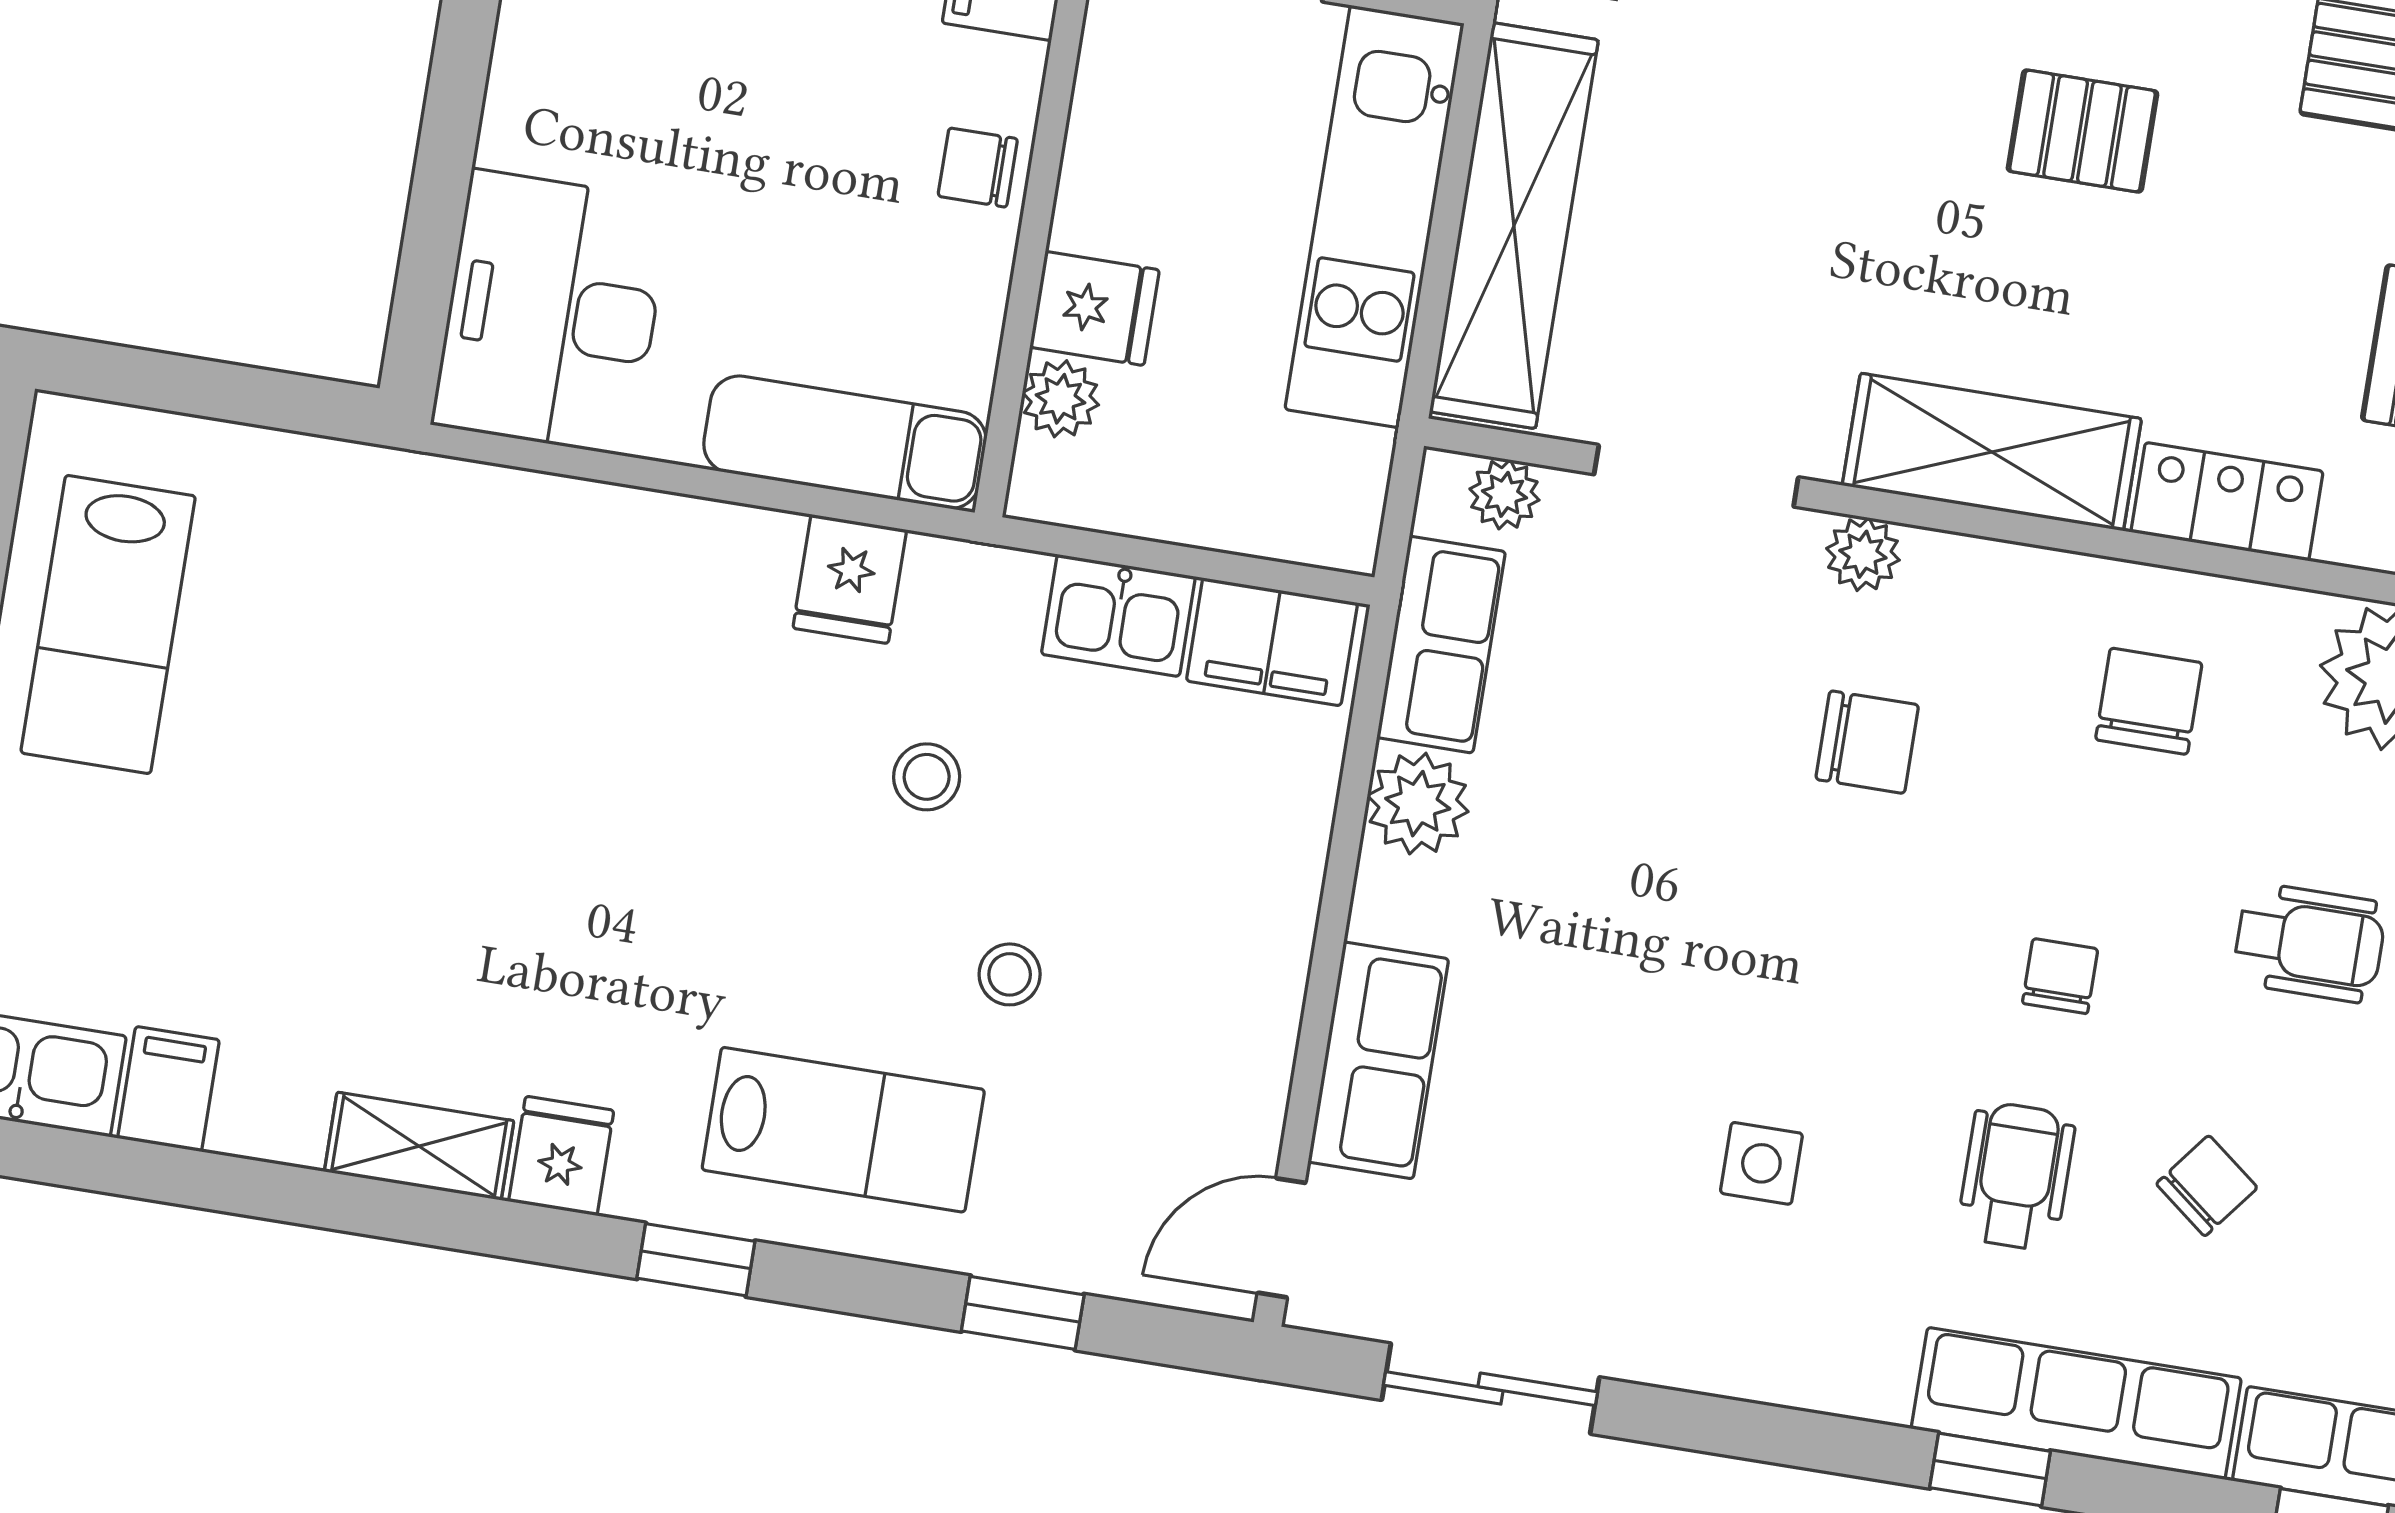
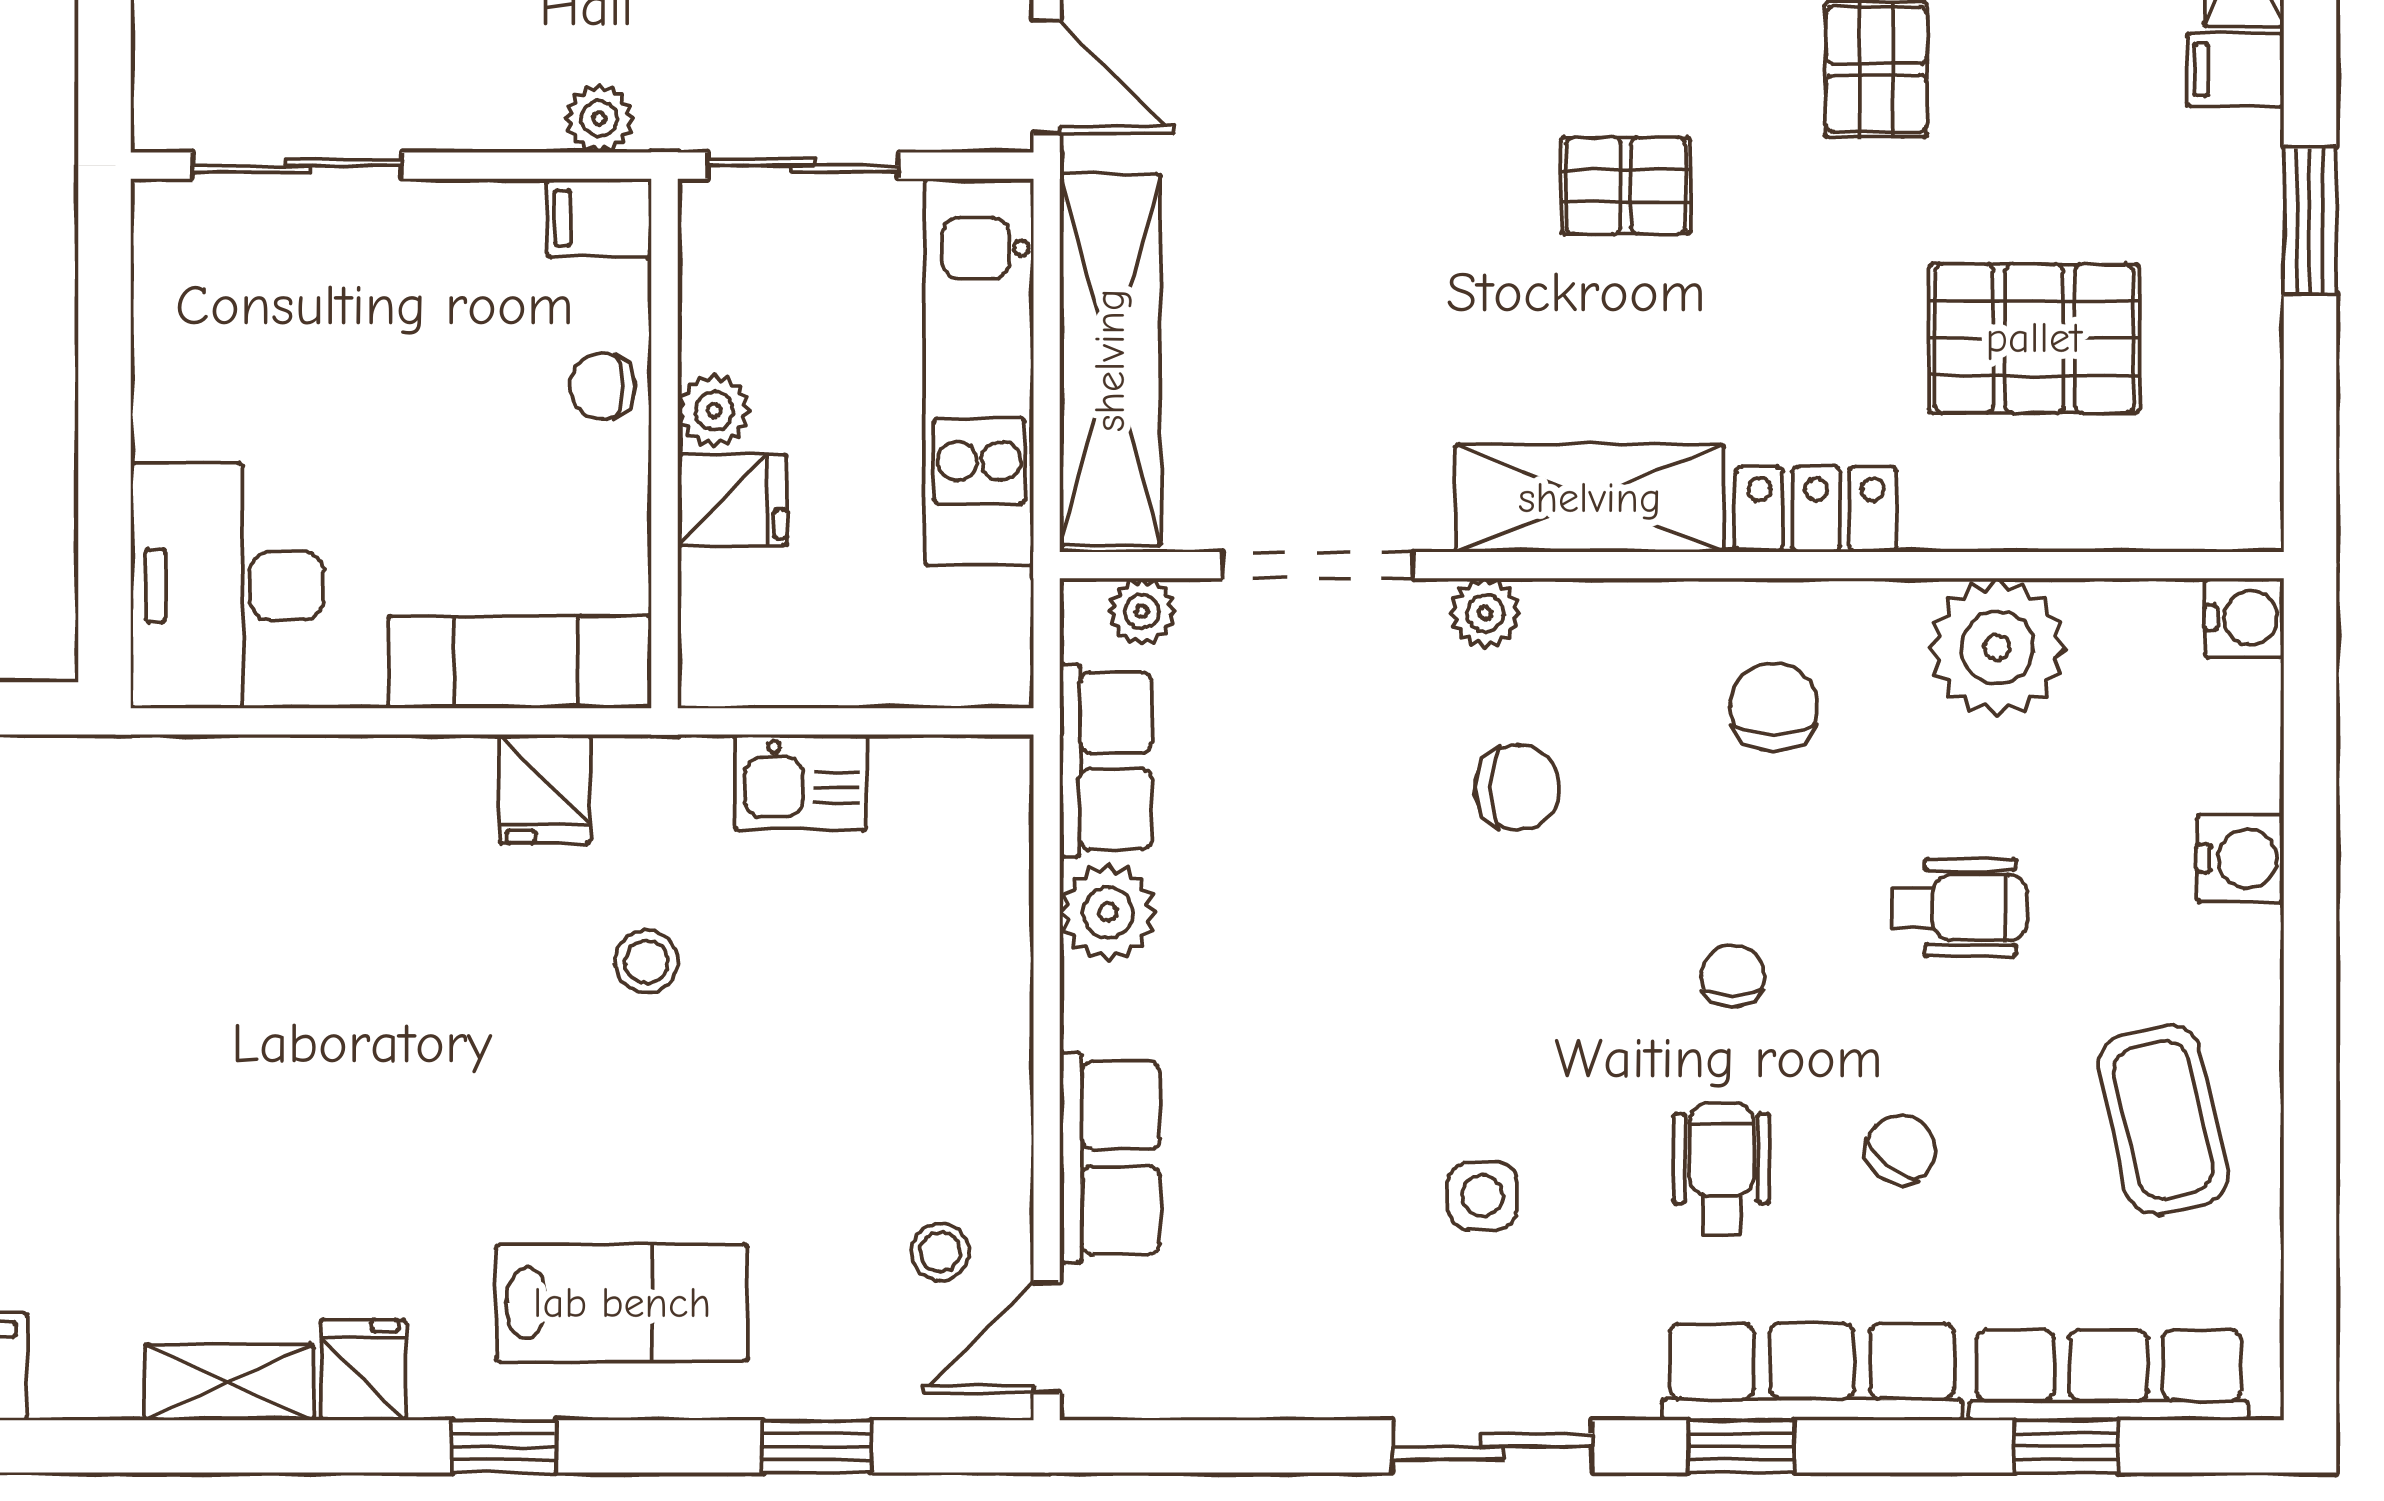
plant: (1061, 399) -> (714, 411), moved
filing cabinet: (1272, 642) -> (948, 784), removed
stool: (1010, 974) -> (940, 1252), moved
sliding door: (1491, 1389) -> (1492, 1446), moved

